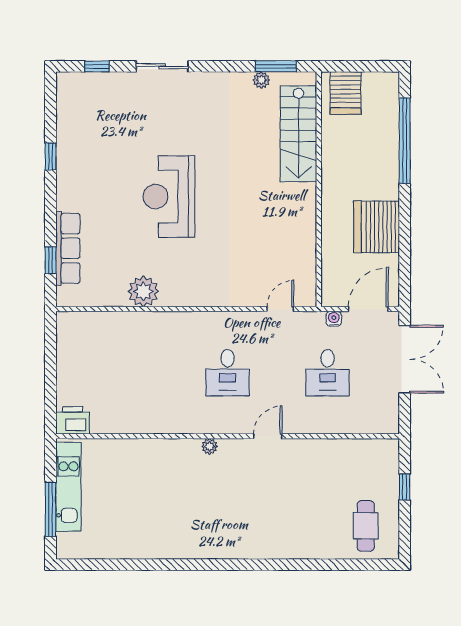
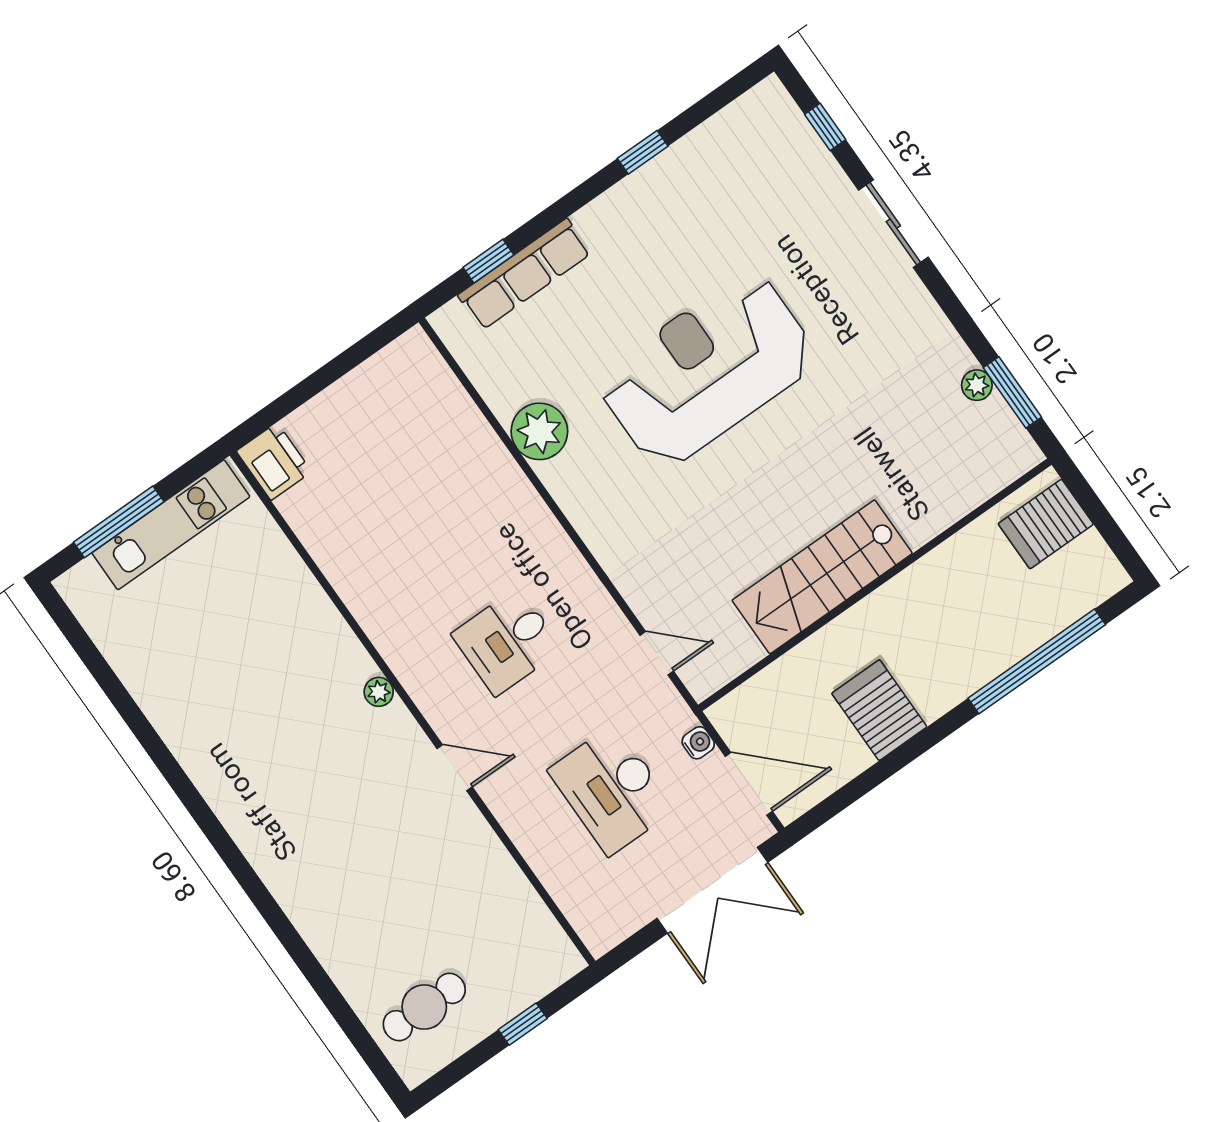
stairs: (298, 134) -> (822, 577), moved
reception desk: (169, 196) -> (707, 370), width x1.36, depth x1.30
server rack: (377, 227) -> (879, 710), width x0.62
desk: (327, 373) -> (612, 790), width x1.37

